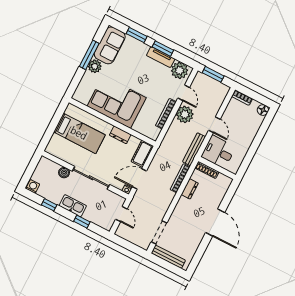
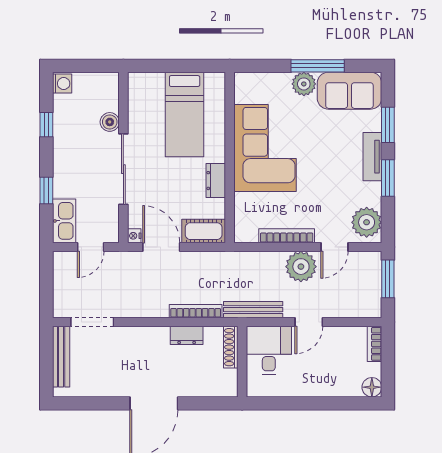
tv unit: (161, 57) -> (372, 157), moved
kitchen sink: (73, 206) -> (64, 221), moved

